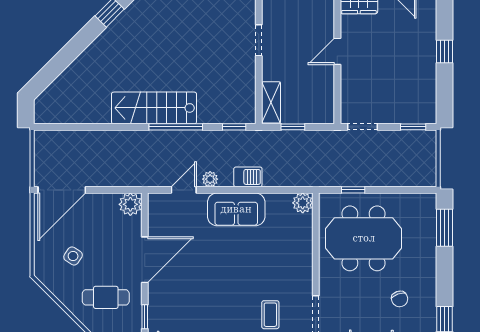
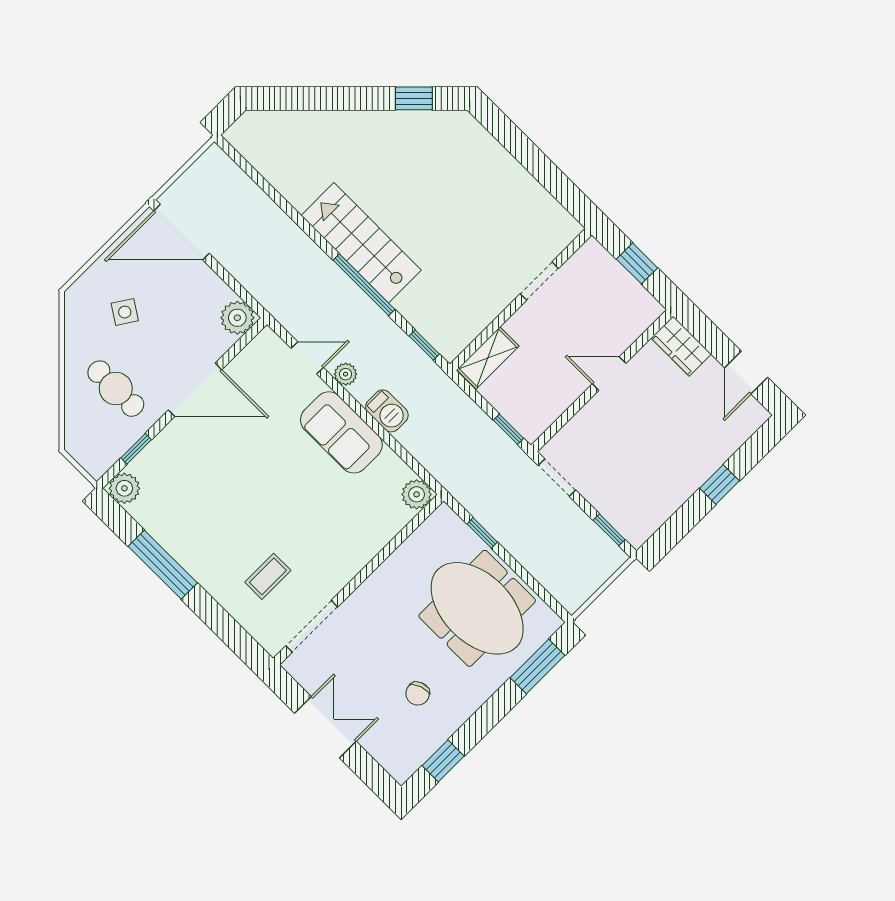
window: (293, 127) -> (508, 429), moved
meeting table: (364, 238) -> (477, 608), moved

